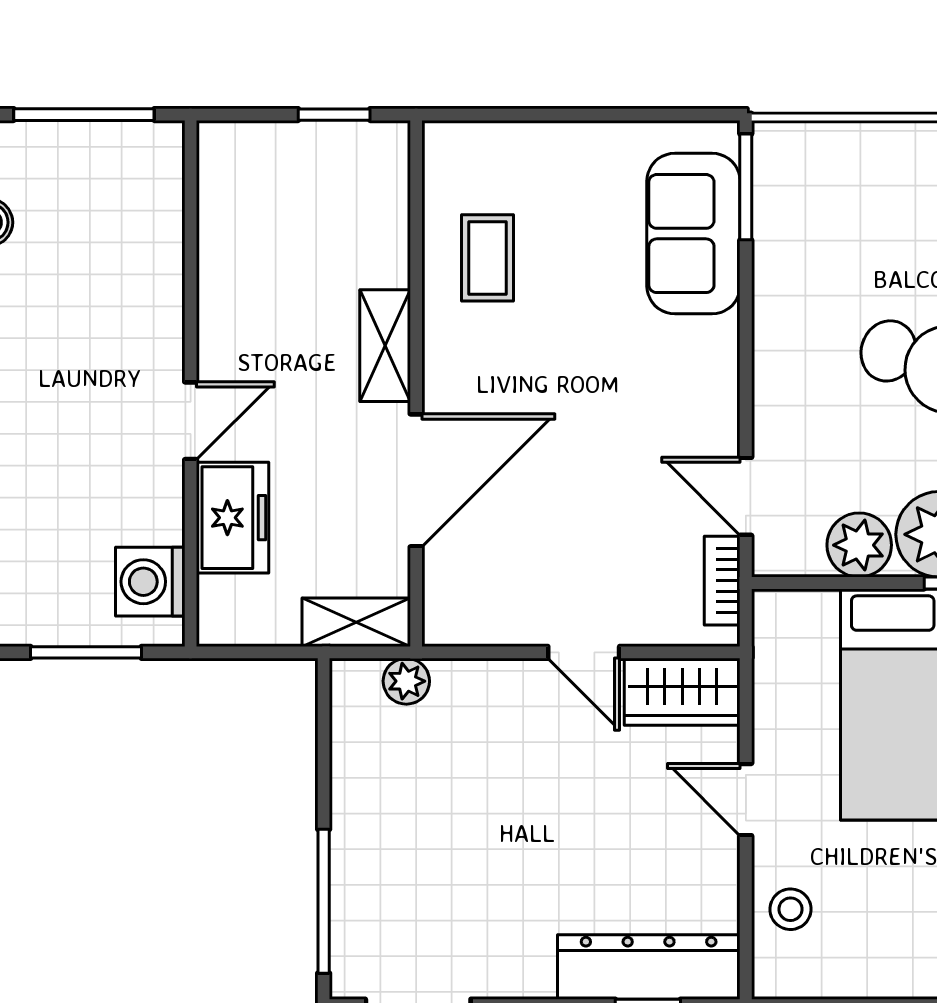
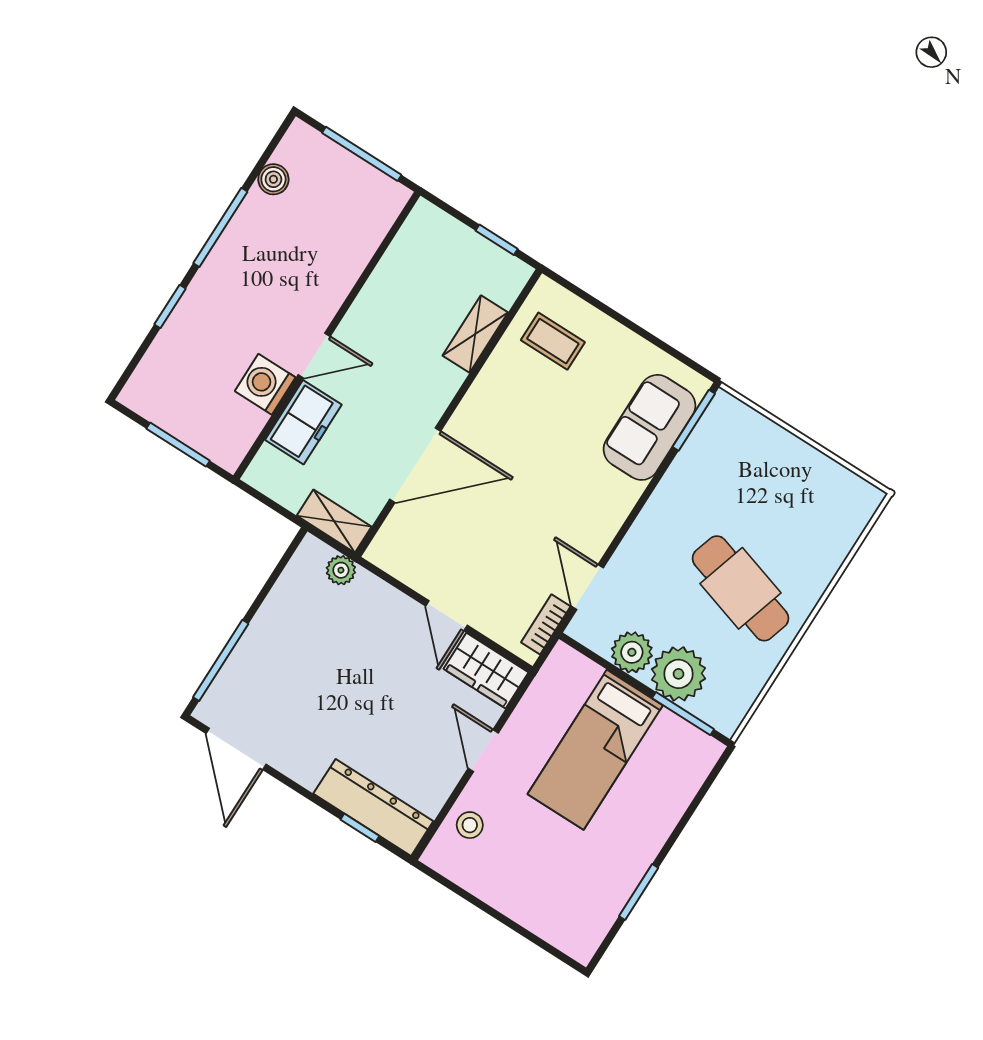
coffee table: (487, 258) -> (553, 341), moved, turned 90
shelving: (385, 346) -> (475, 334), moved
washing machine: (150, 582) -> (265, 384), moved

